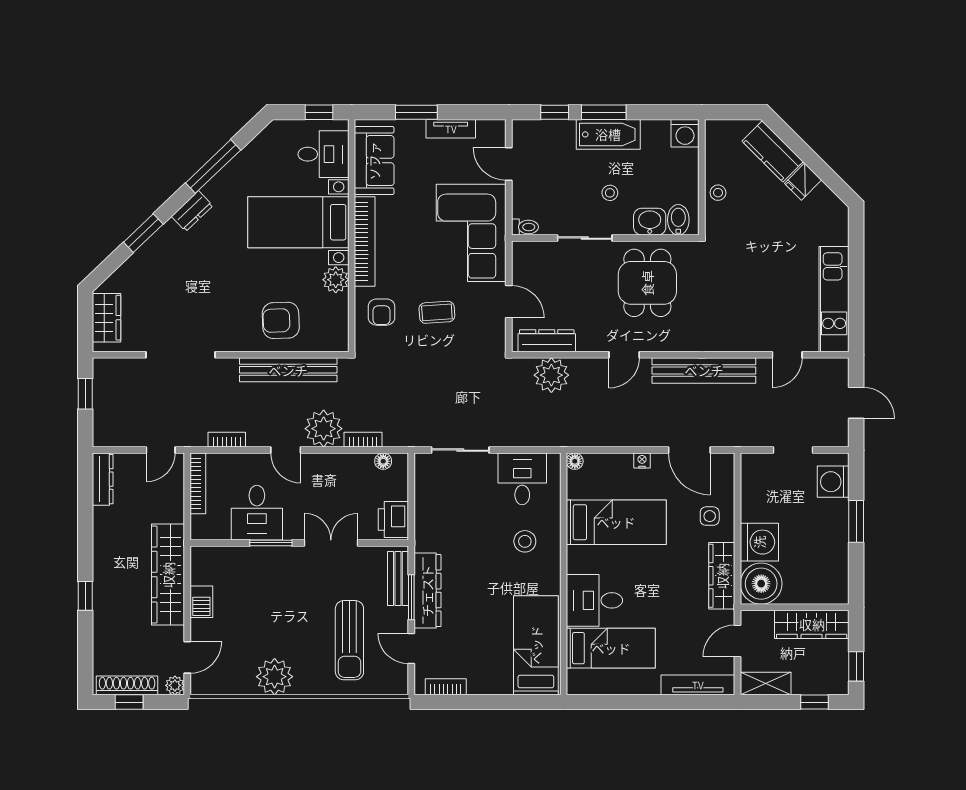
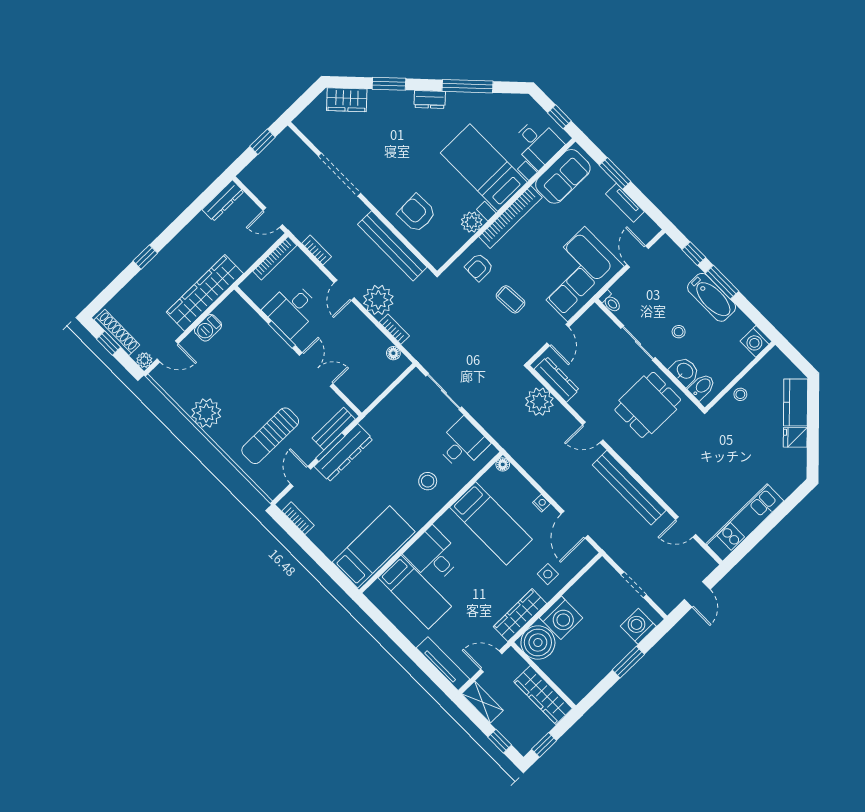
wardrobe: (107, 318) -> (347, 100), moved, turned 46
printer: (393, 520) -> (365, 392), removed

